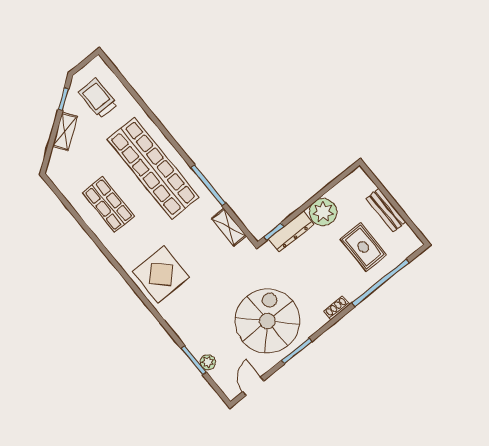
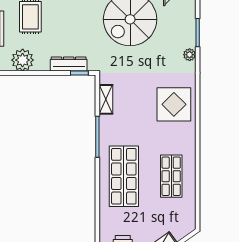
shop shelf: (153, 168) -> (124, 176), width x0.71
plant: (323, 212) -> (23, 60), moved
plant: (208, 362) -> (190, 55), moved

